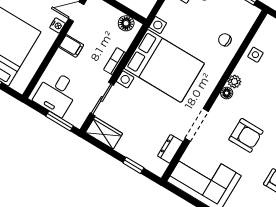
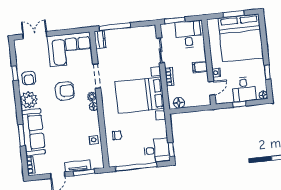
plant: (234, 81) -> (92, 97), moved
wardrobe: (104, 133) -> (145, 32), removed
armchair: (246, 135) -> (65, 91), turned 180
dresser: (170, 149) -> (100, 40), moved
window: (133, 165) -> (115, 27), width x2.17

